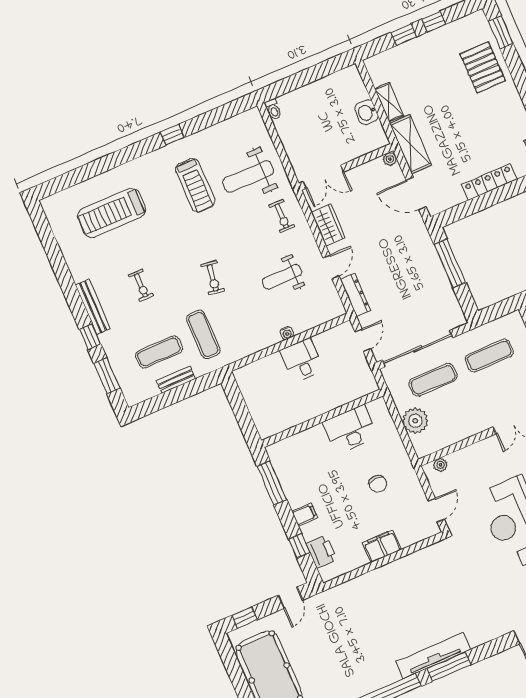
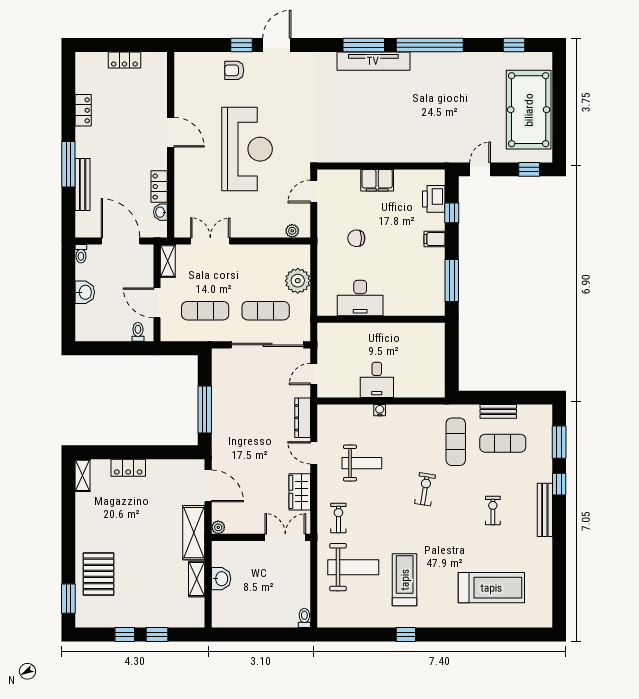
locker: (489, 182) -> (128, 468), width x0.66
door: (331, 267) -> (314, 453), hinge flipped
chair: (378, 484) -> (356, 238), turned -90

